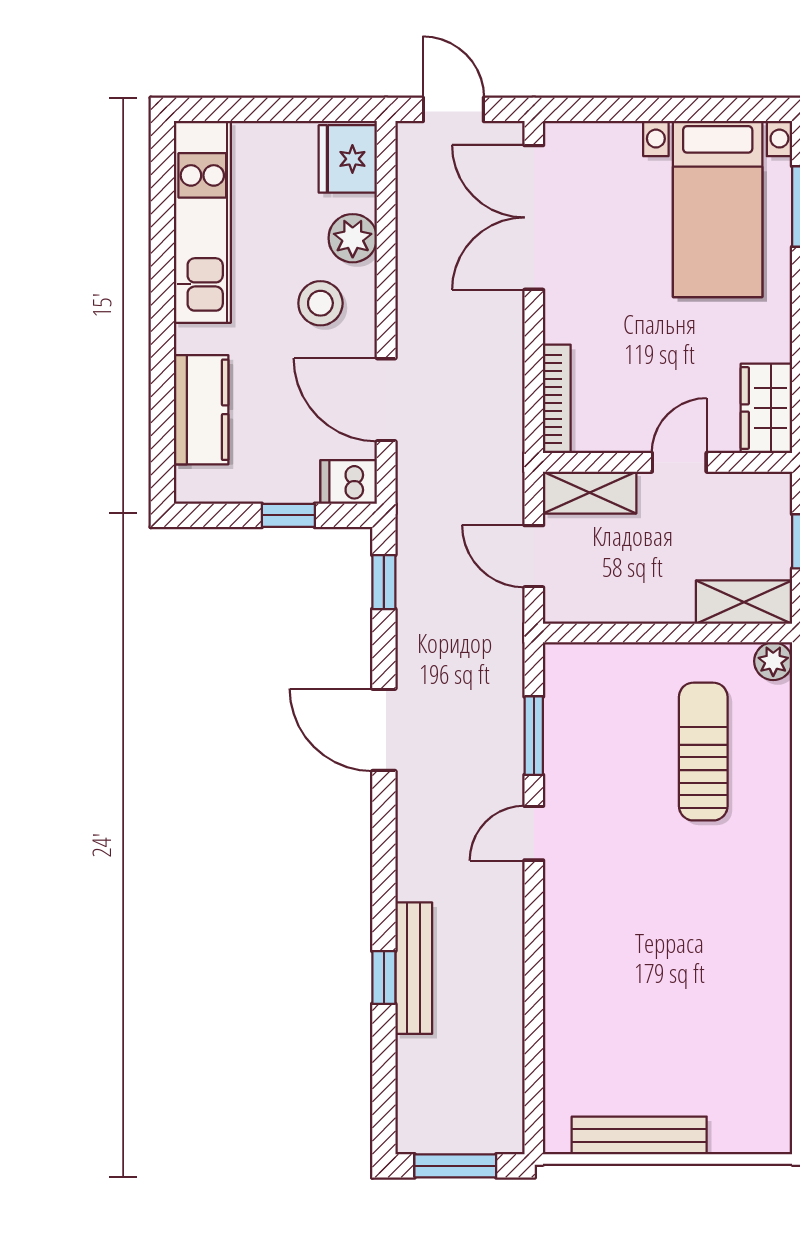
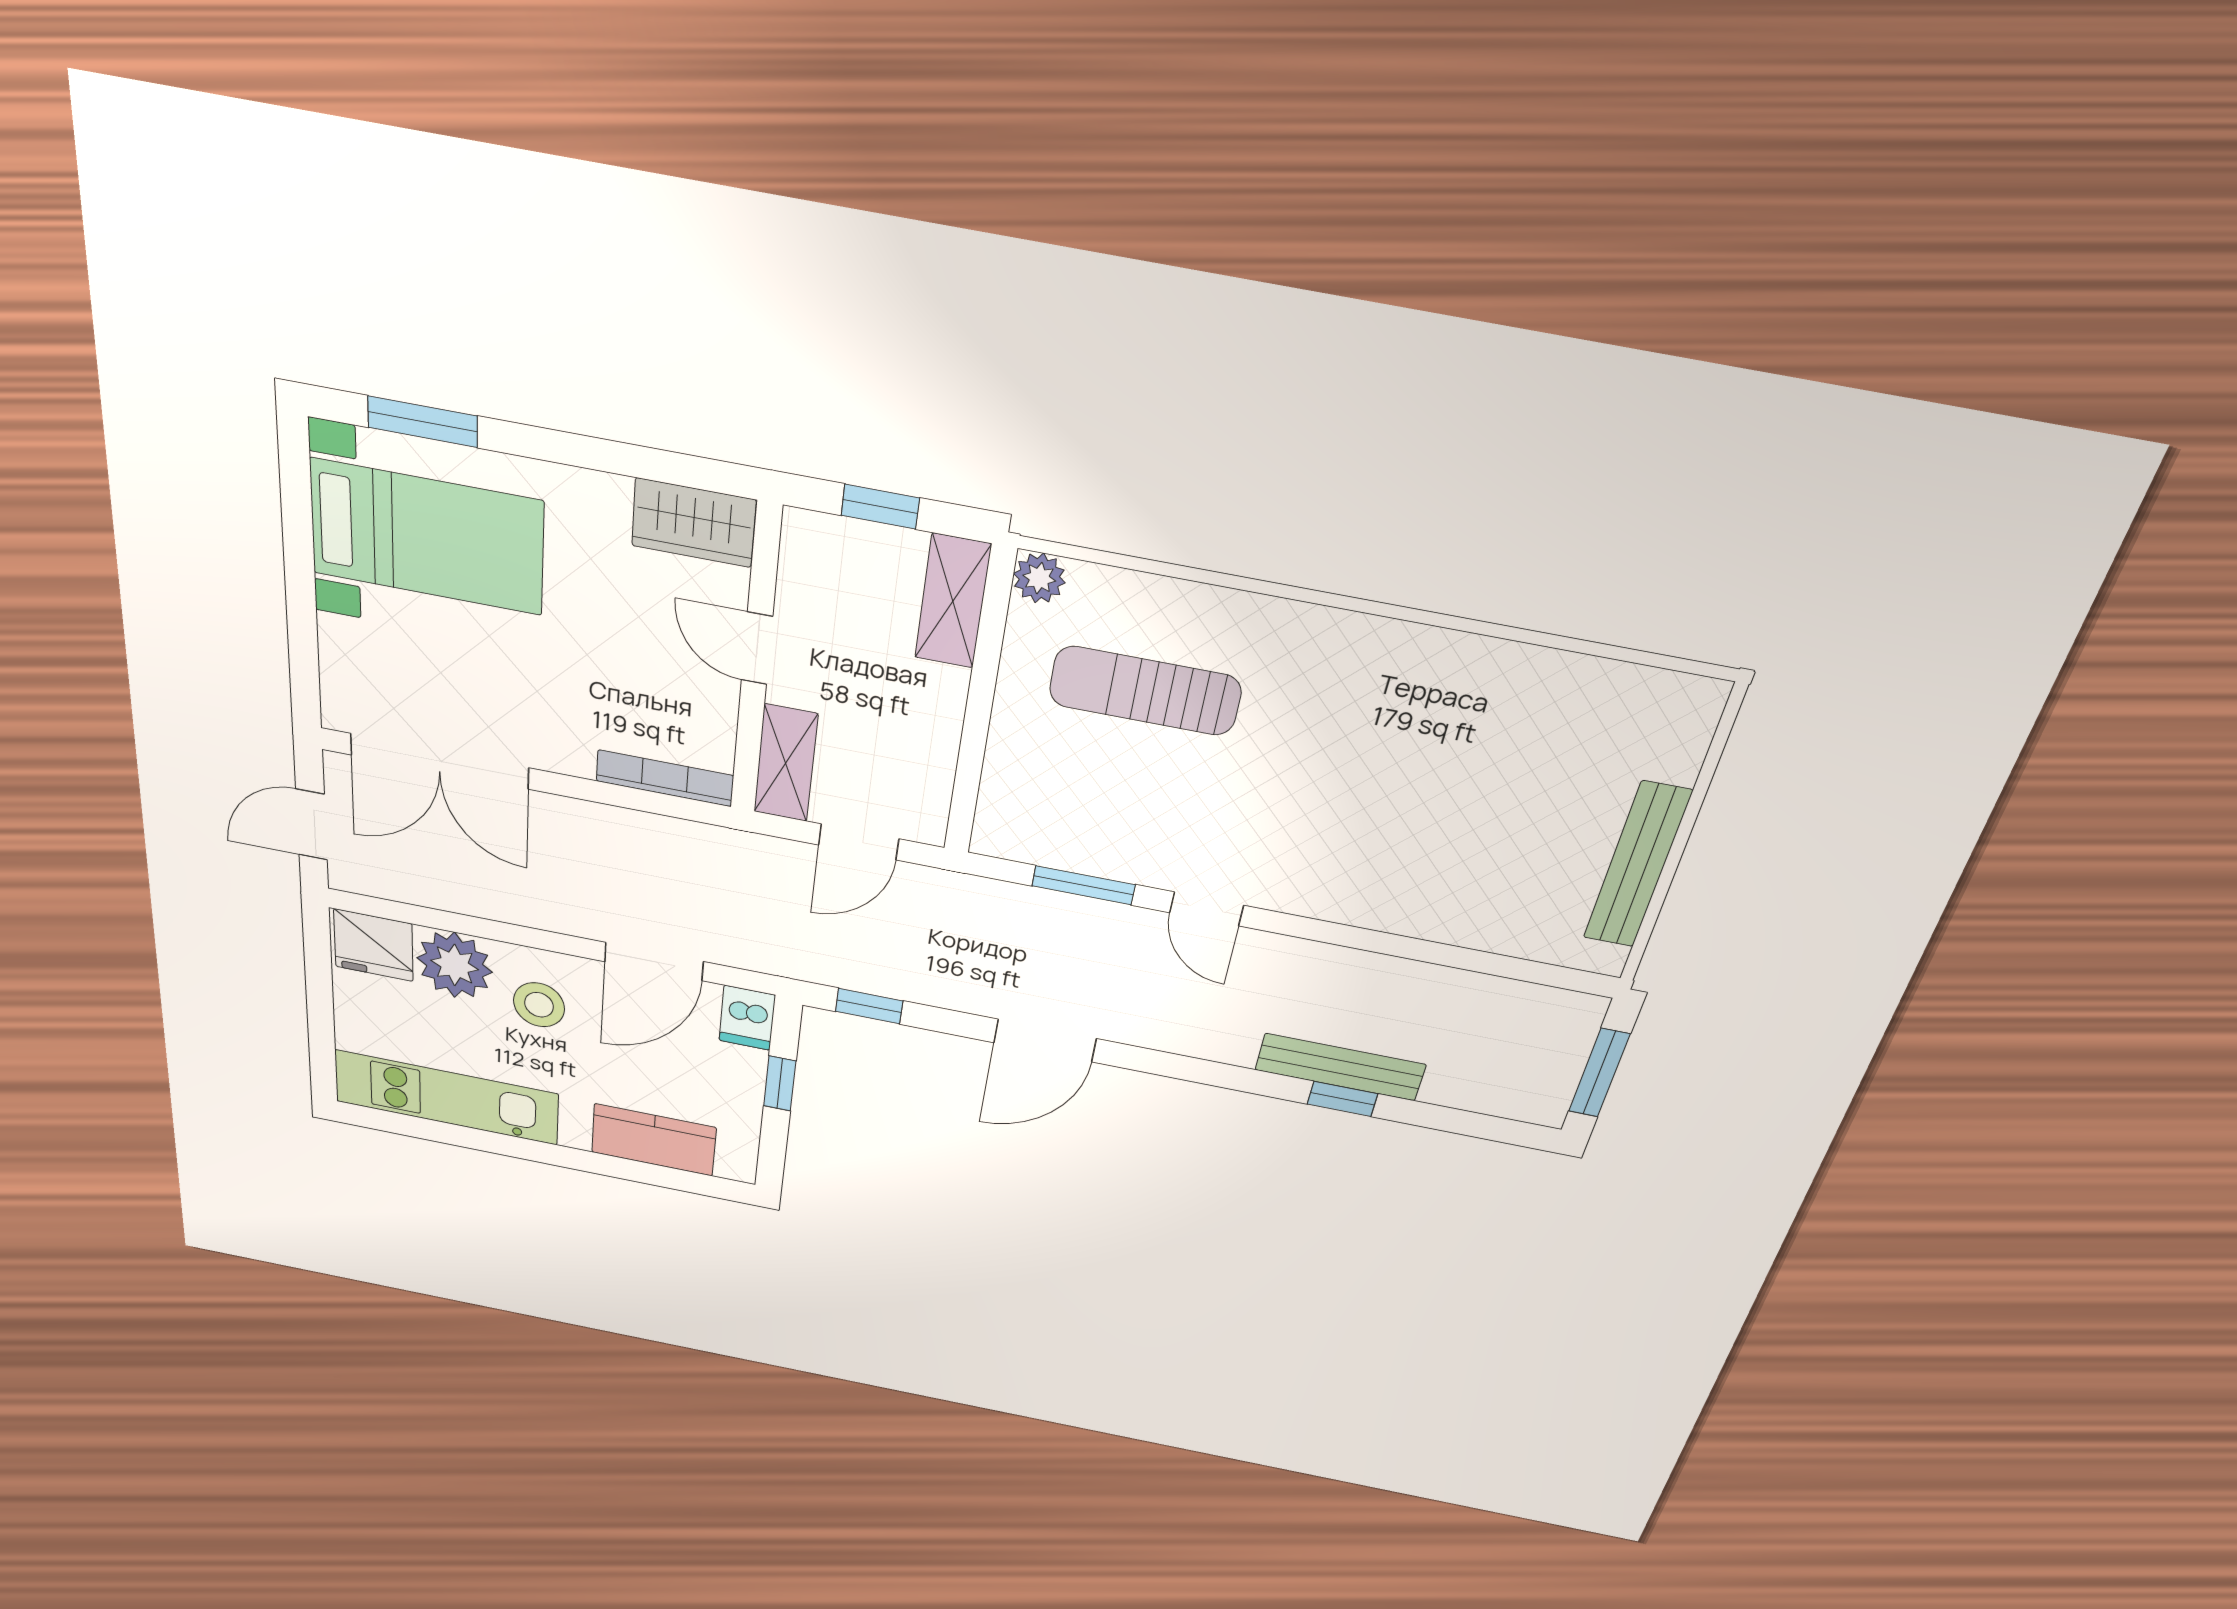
plant: (353, 238) -> (455, 965), width x1.36, depth x1.36

